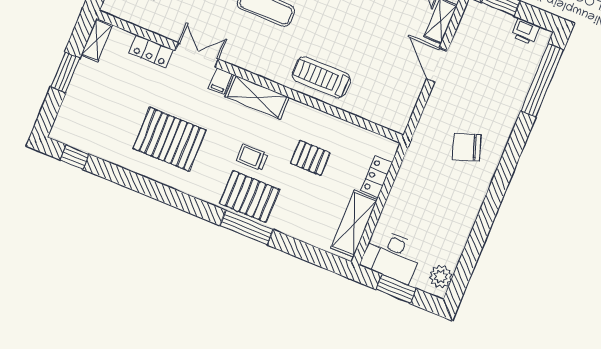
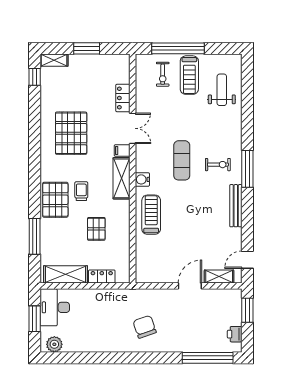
shelving: (97, 40) -> (54, 60), moved
water cooler: (270, 70) -> (142, 179), added
window: (247, 228) -> (35, 236), moved

